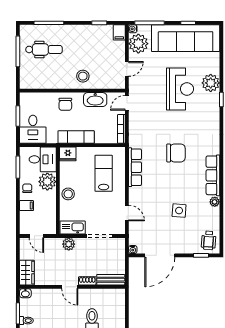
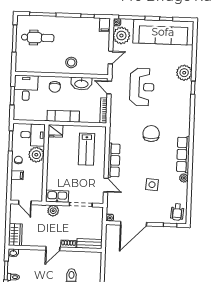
reception desk: (180, 89) -> (142, 87), moved
door: (127, 103) -> (109, 88), hinge flipped
desk: (33, 129) -> (26, 88), moved, turned 180
chair: (176, 153) -> (151, 134), turned -90
row of seats: (135, 167) -> (114, 160), moved
lab bench: (104, 173) -> (86, 149), turned 180
stool: (68, 194) -> (54, 166), removed
door: (70, 287) -> (53, 249), hinge flipped

